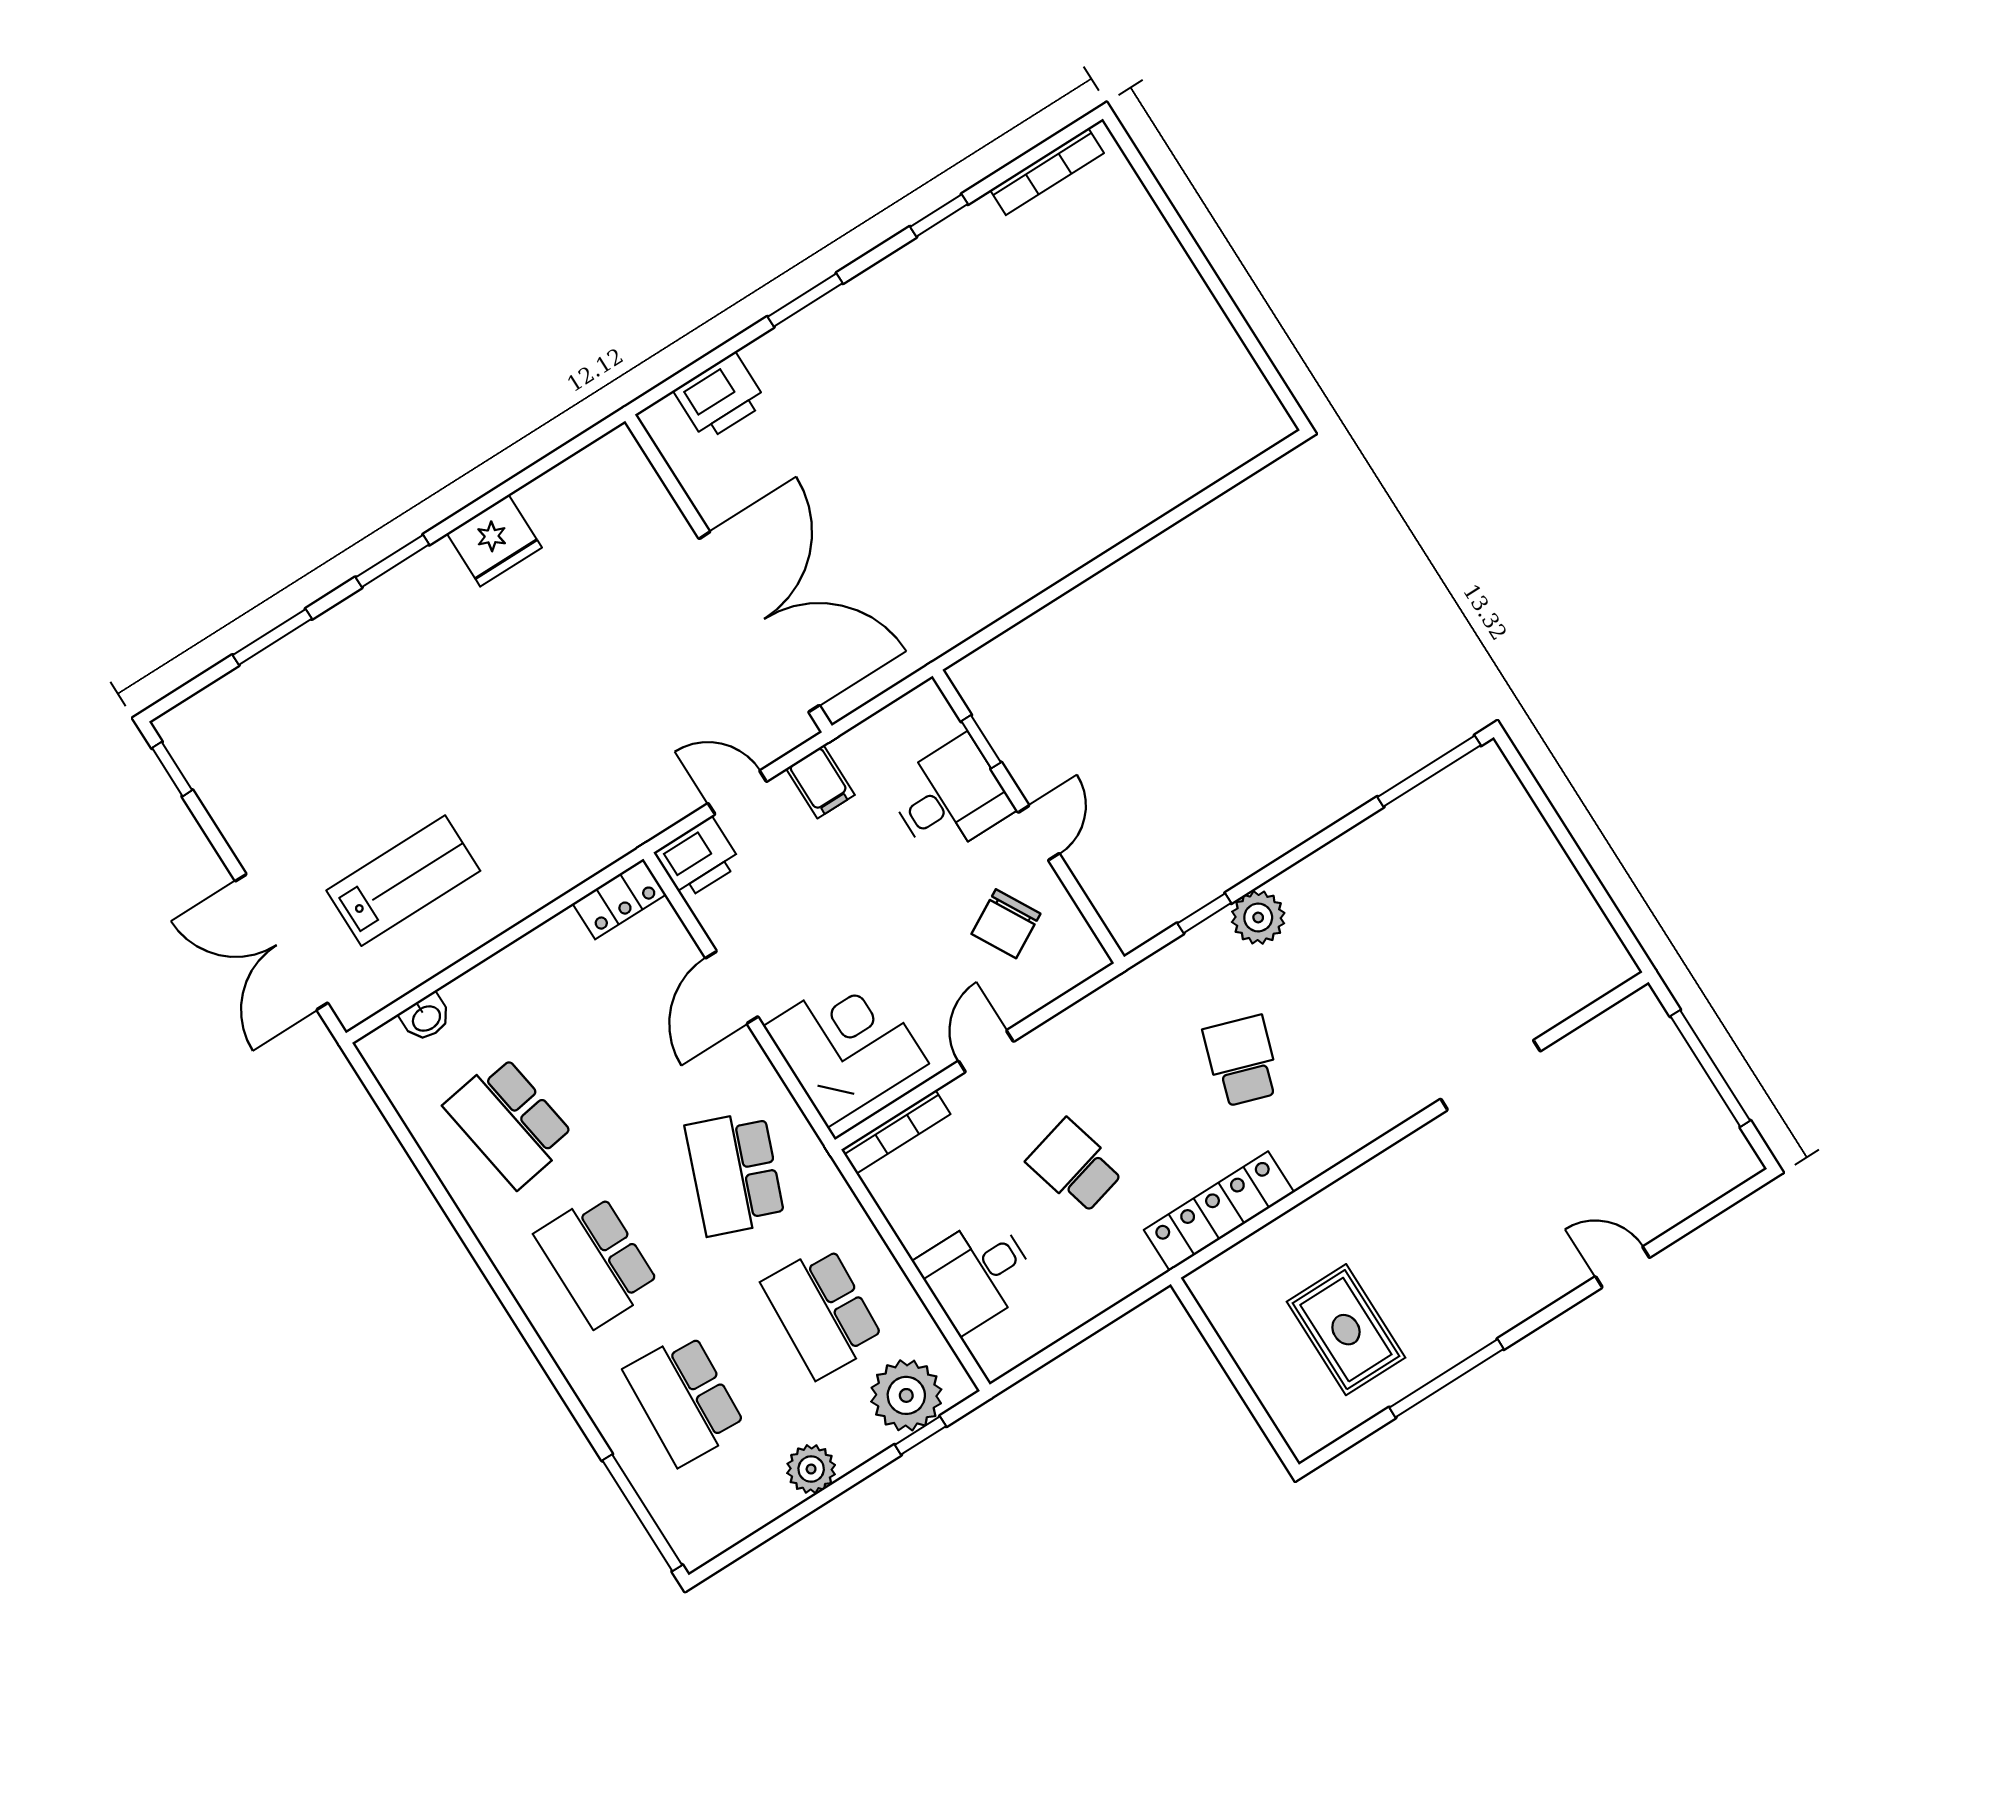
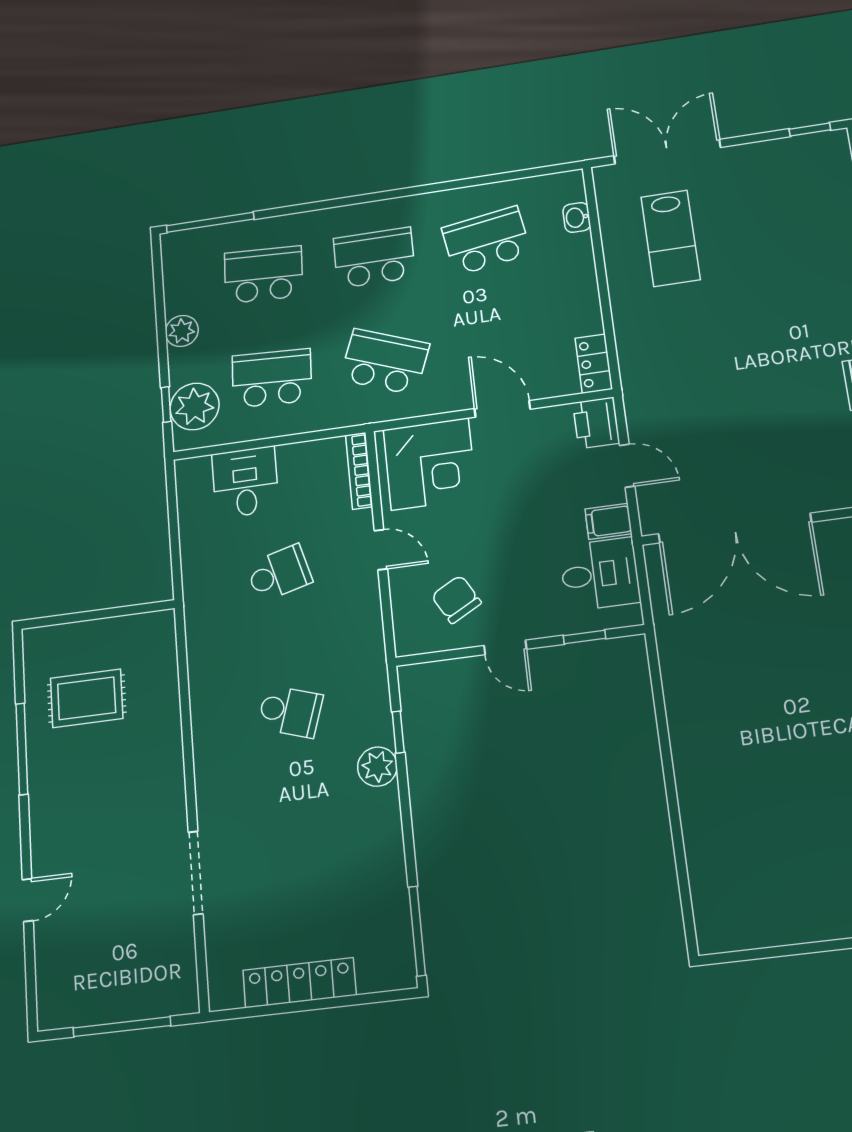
door: (737, 793) -> (627, 466), hinge flipped
desk: (950, 798) -> (600, 574), moved, turned -90
locker: (1219, 1211) -> (299, 983), moved, turned -90

